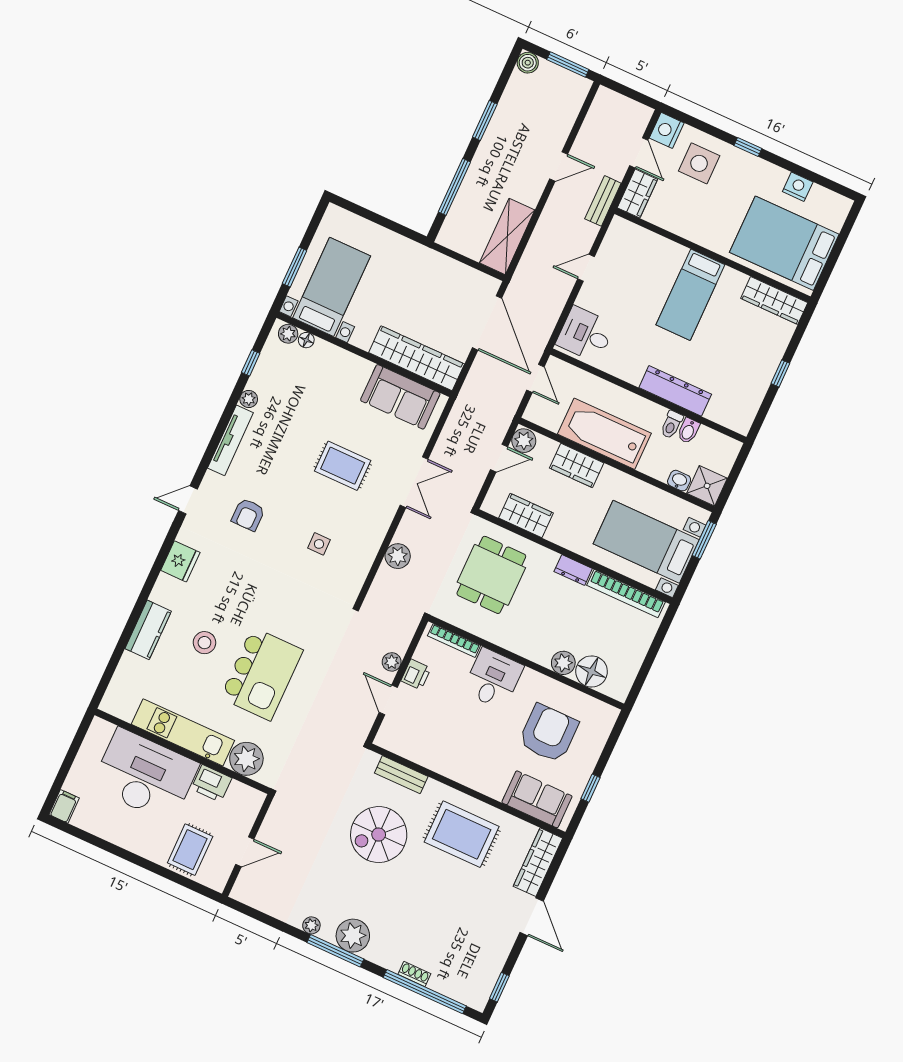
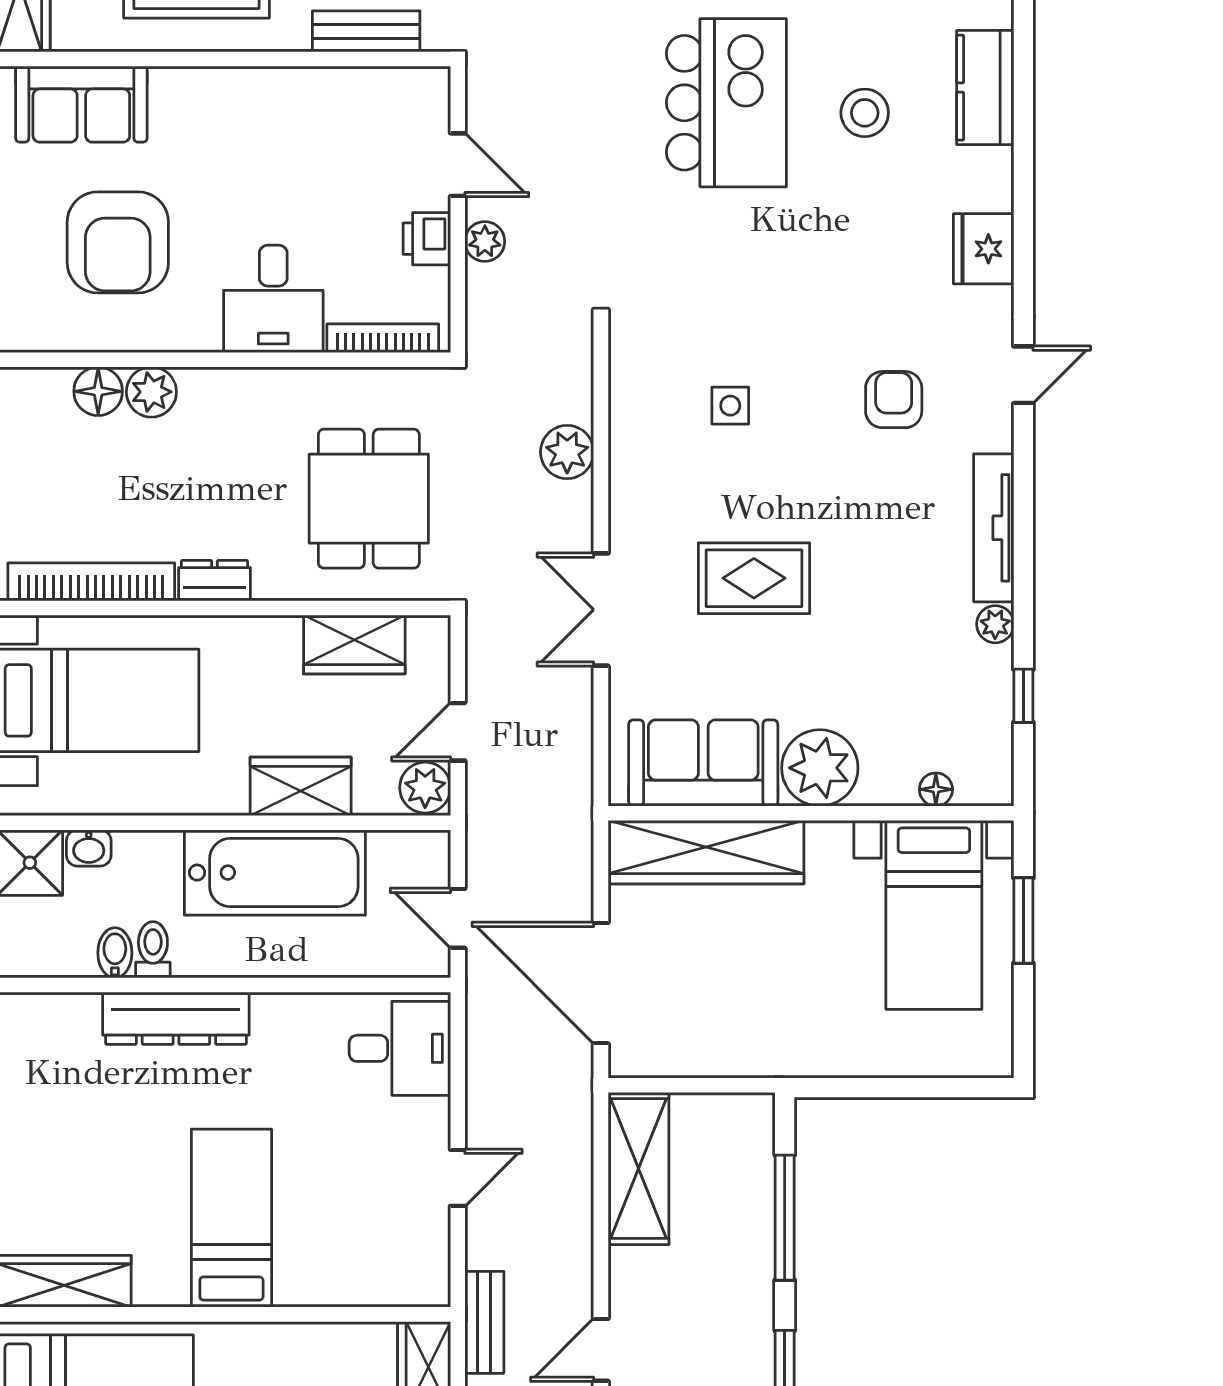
plant: (288, 334) -> (820, 768), moved, width x1.88, depth x1.88
floor lamp: (592, 671) -> (98, 391), width x0.73, depth x0.73
kitchen island: (262, 674) -> (726, 103), turned 180

